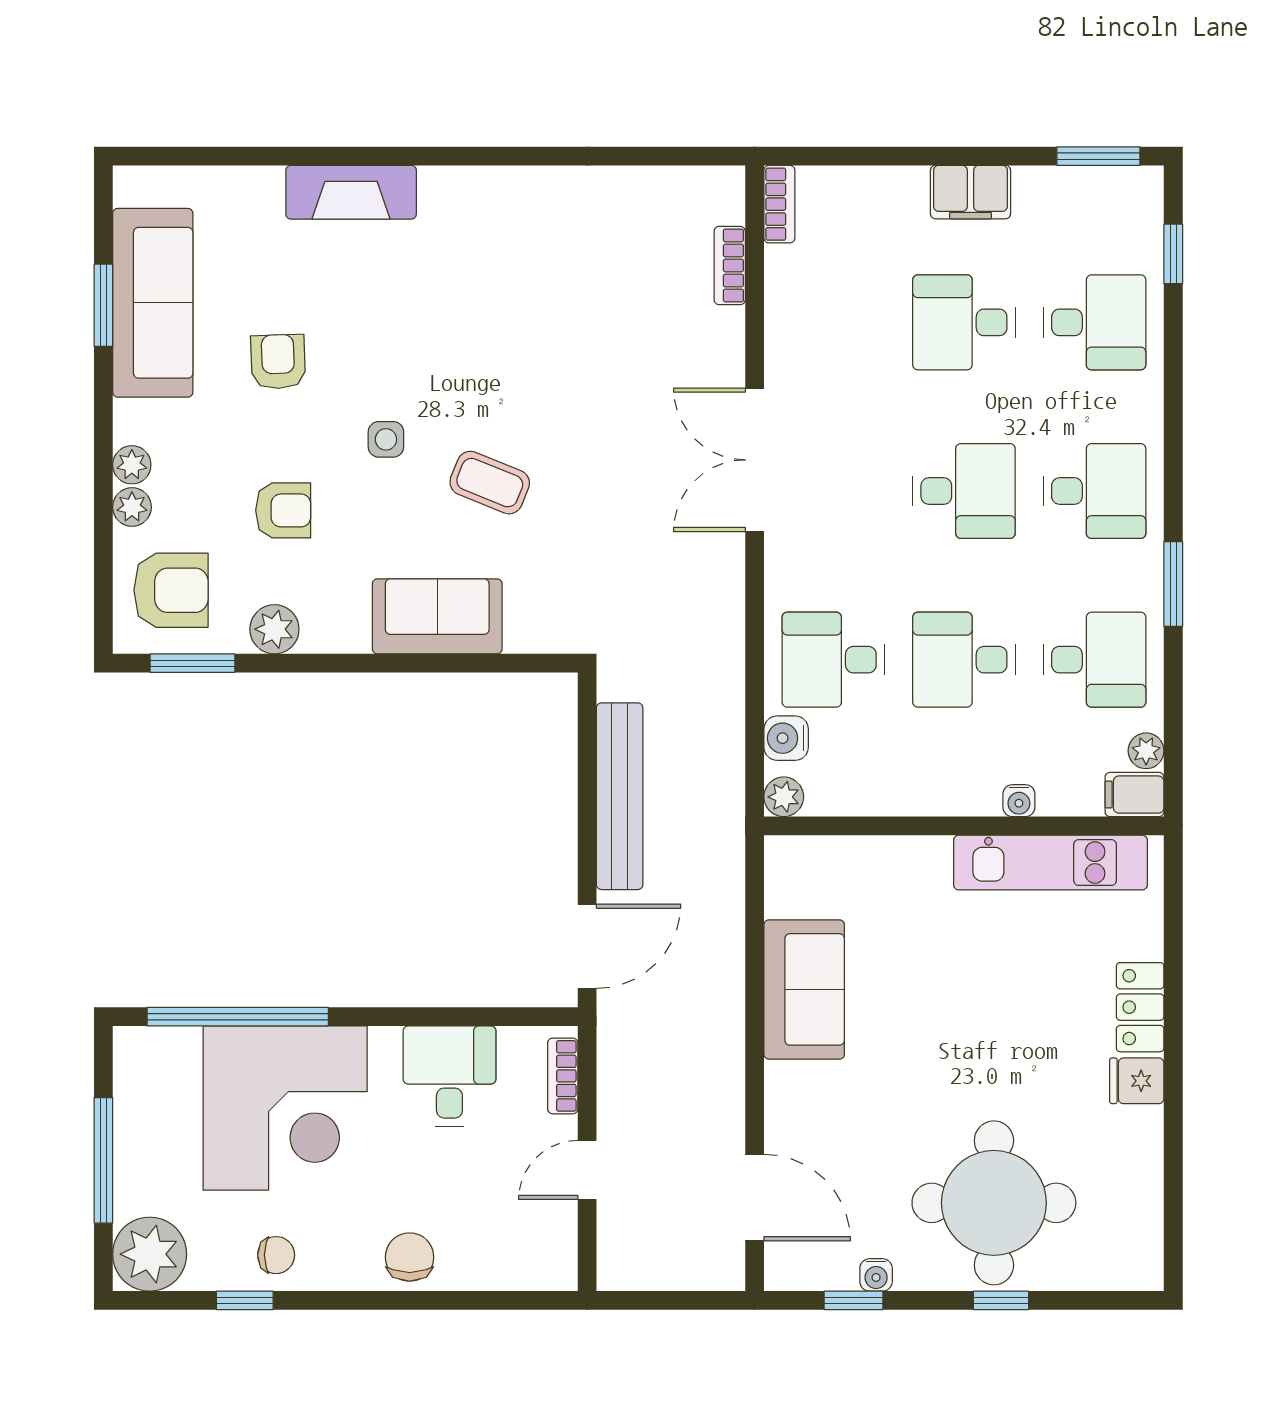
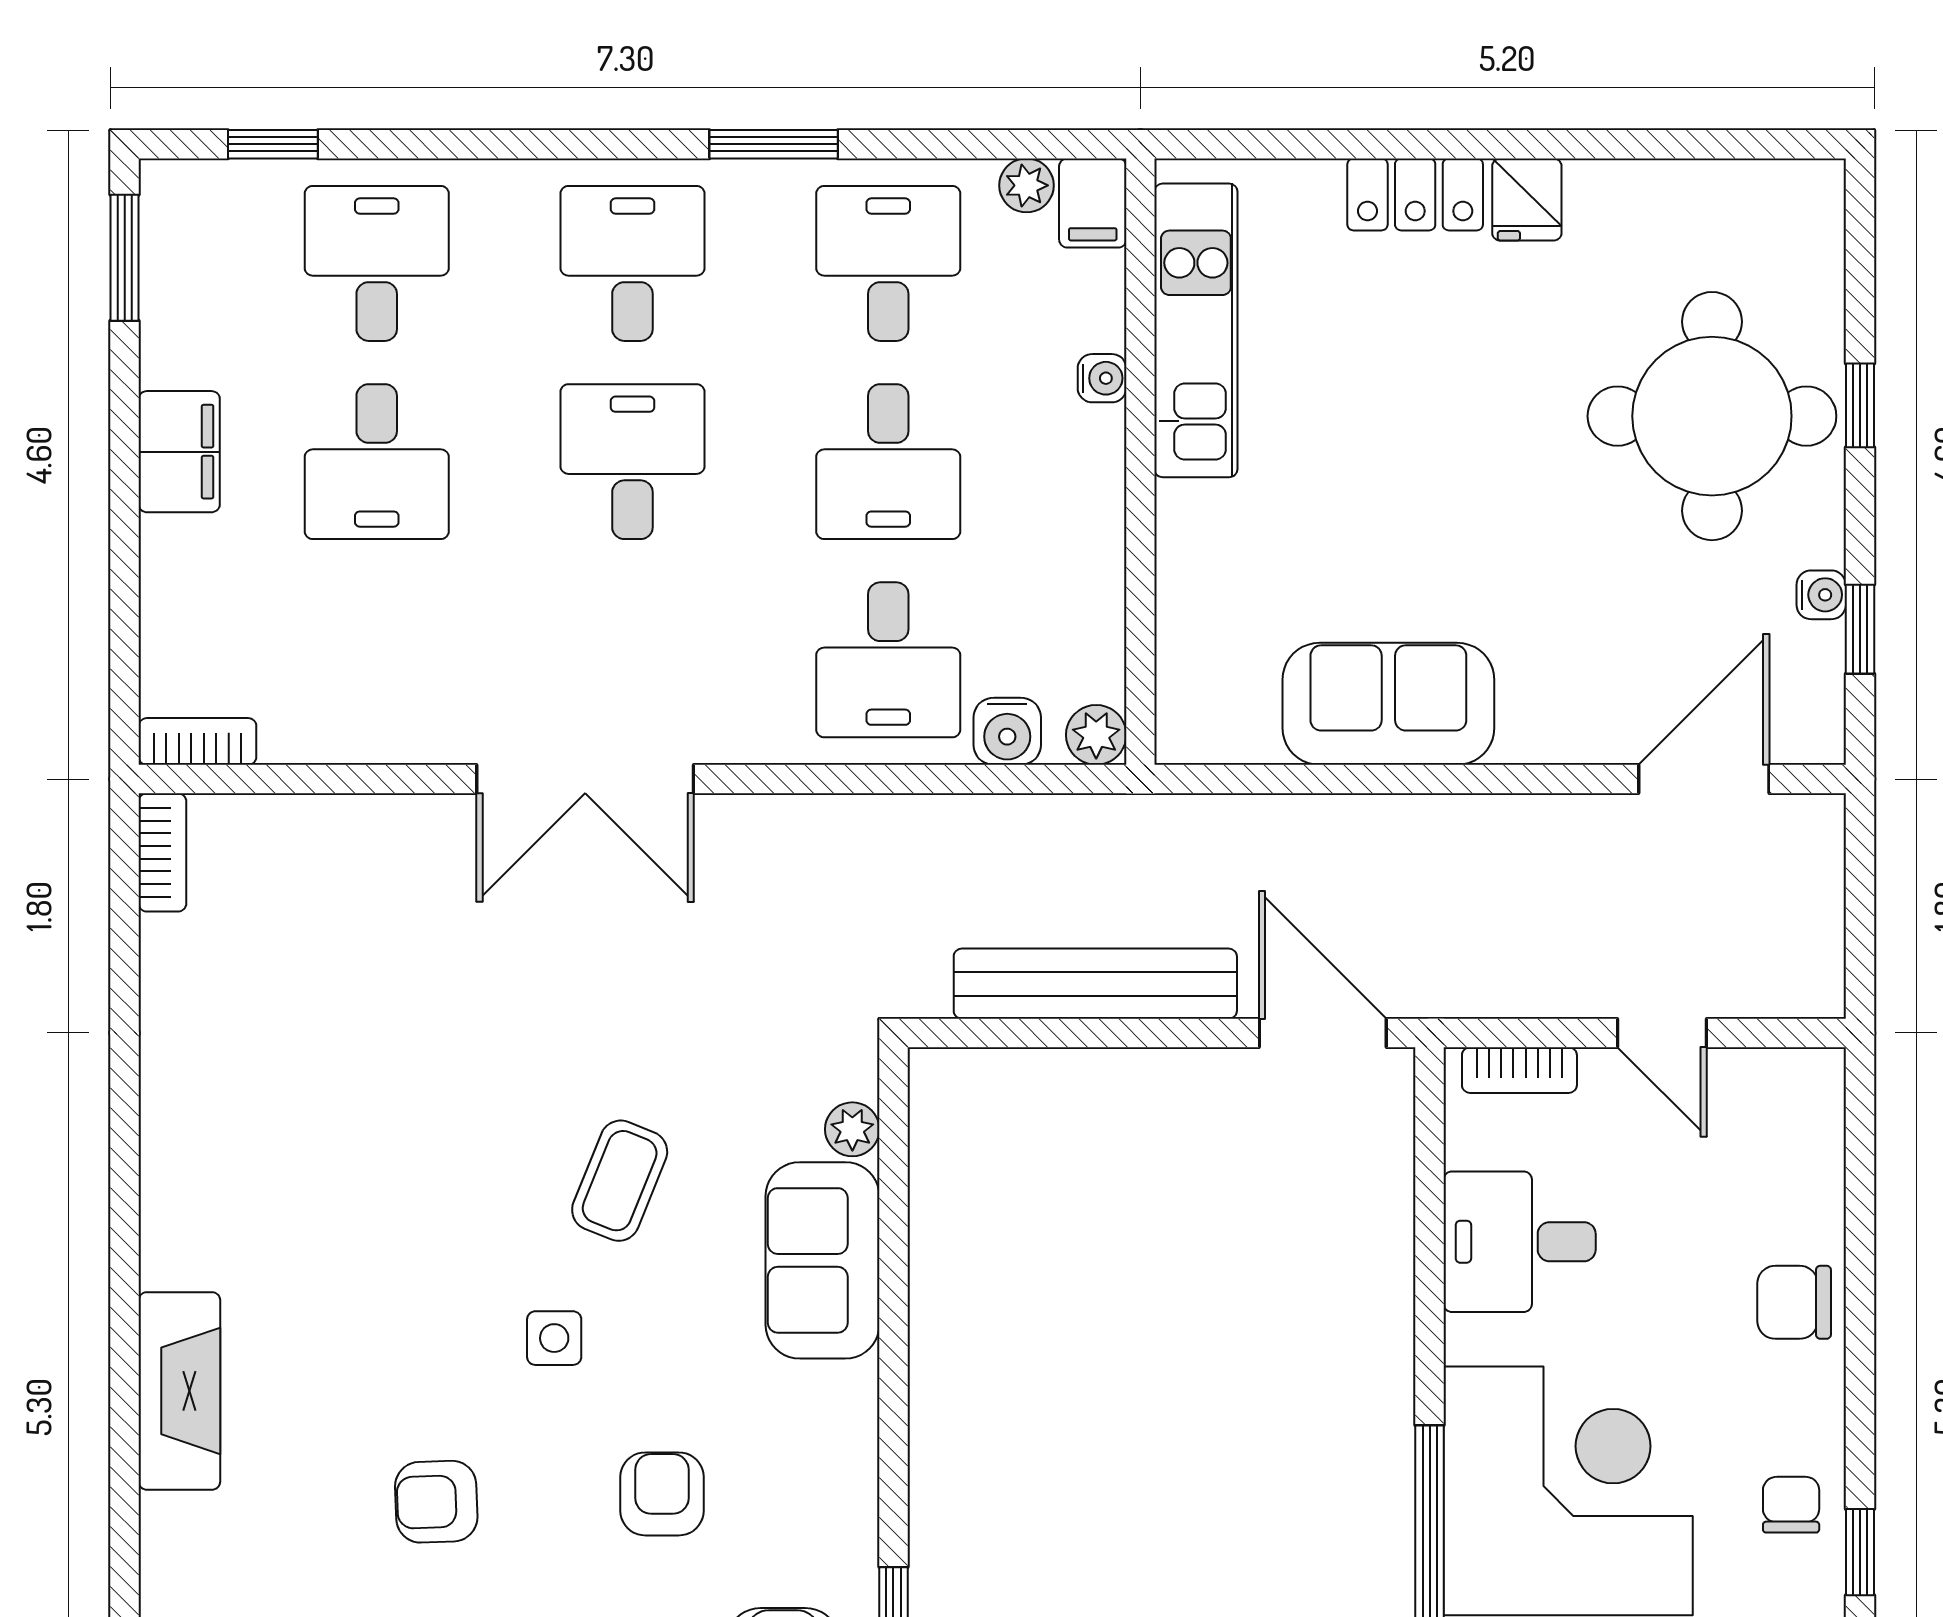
bookcase: (730, 265) -> (162, 852), moved, turned -90
plant: (274, 629) -> (852, 1129), moved, width x0.73, depth x0.73

